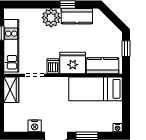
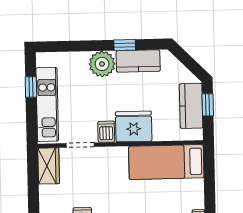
kitchen counter: (103, 66) -> (191, 106), moved, turned -90

